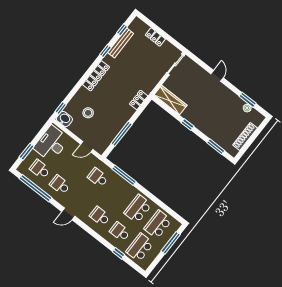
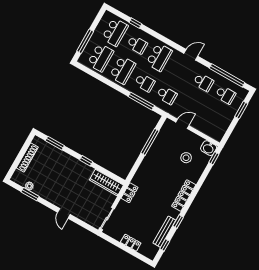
locker: (139, 100) -> (129, 193), moved
desk: (51, 144) -> (218, 122), removed
school desk: (118, 193) -> (145, 83), added
school desk: (100, 216) -> (159, 57), width x1.85

